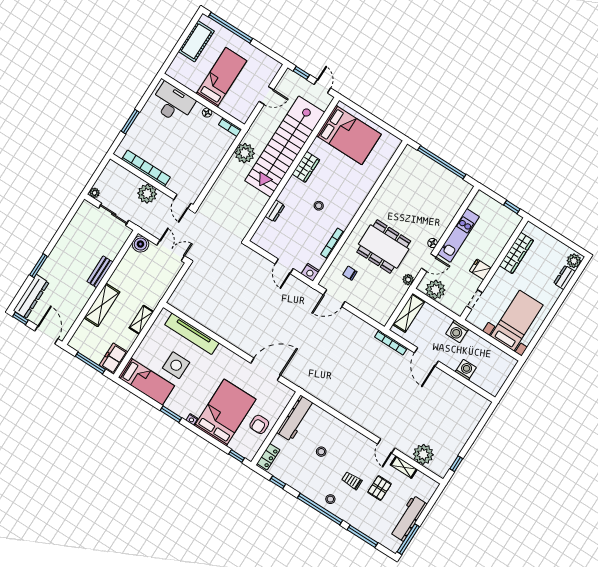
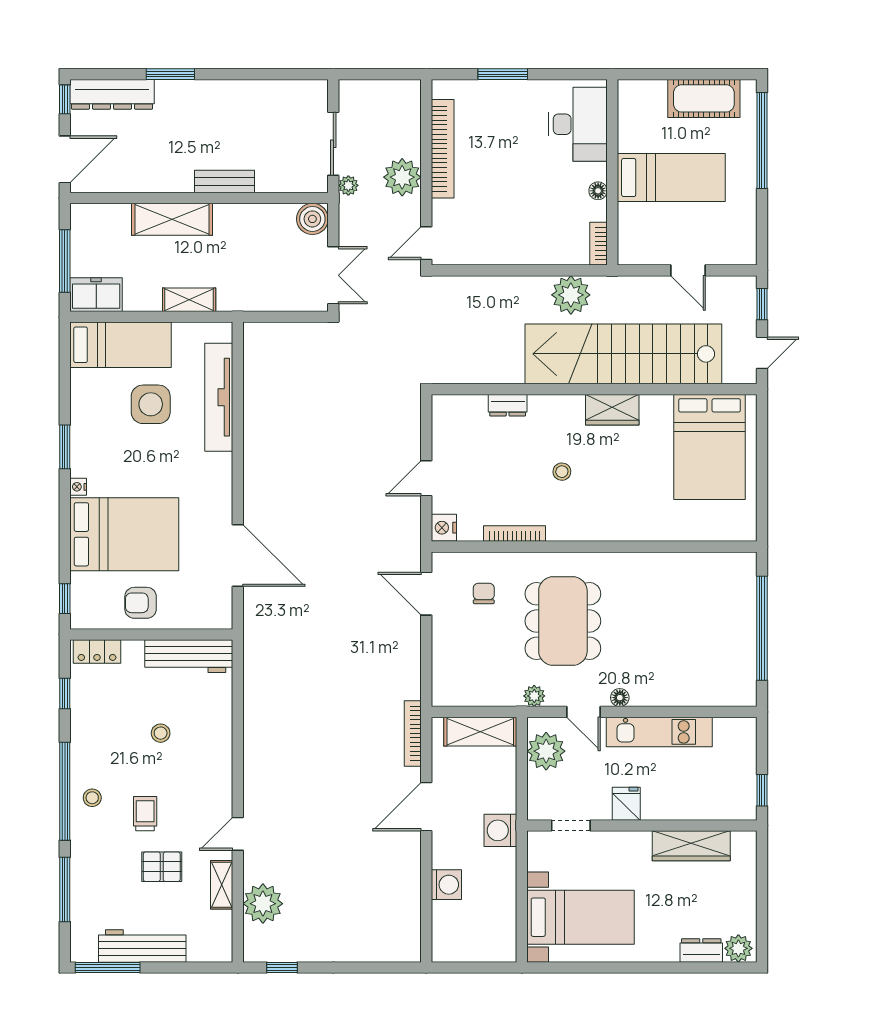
plant: (95, 193) -> (348, 185), moved
bed: (146, 382) -> (121, 345), moved, turned -90

